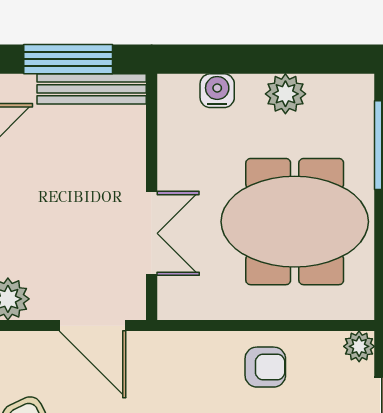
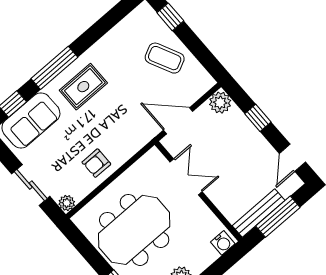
water cooler: (217, 91) -> (223, 243), moved
double door: (152, 233) -> (186, 177), swing flipped

